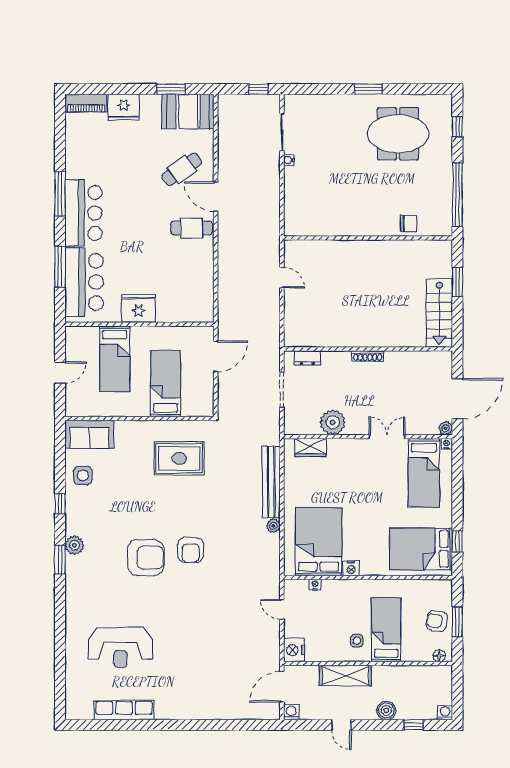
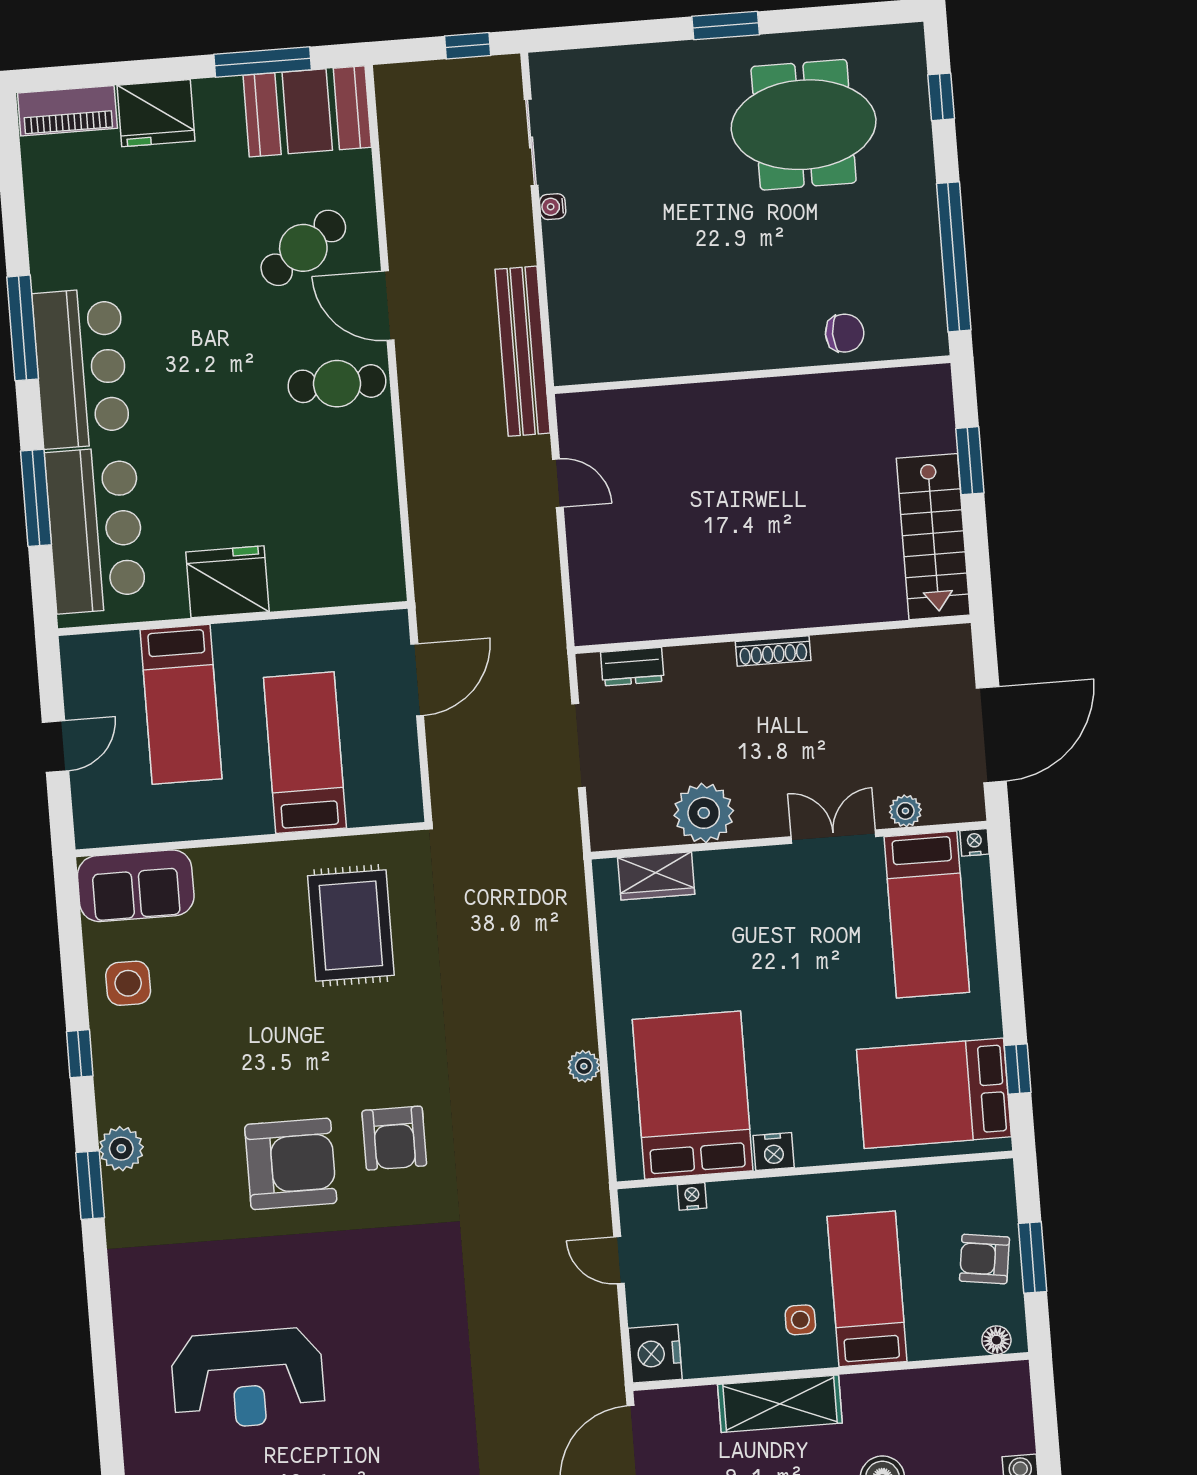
window: (171, 89) -> (263, 62), width x1.44
plant: (446, 428) -> (905, 811), moved
rug: (179, 458) -> (351, 926), turned 90
bench: (271, 482) -> (523, 351), moved

